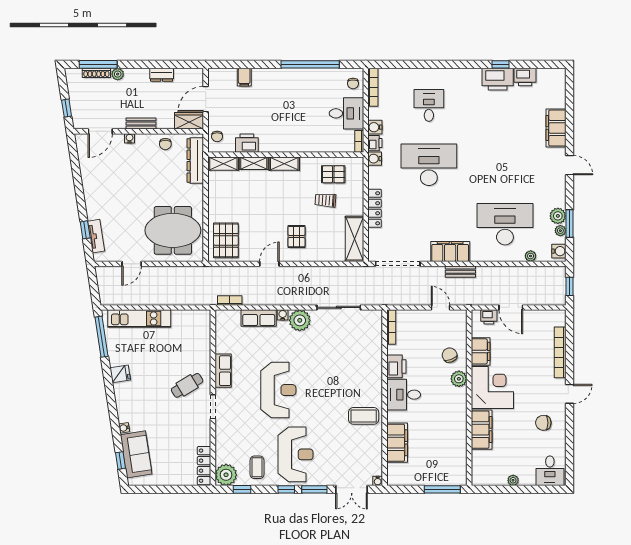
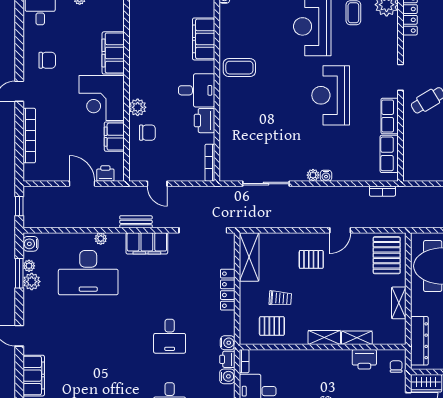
shelving: (223, 164) -> (399, 303), moved, turned 90
desk: (429, 165) -> (170, 336), width x0.53, depth x0.77
pallet: (296, 237) -> (311, 259), turned 90
plant: (531, 256) -> (101, 239), moved
row of seats: (259, 318) -> (389, 154), moved, turned -90
plant: (300, 320) -> (313, 175), width x0.53, depth x0.53
chair: (450, 355) -> (147, 133), turned -70

